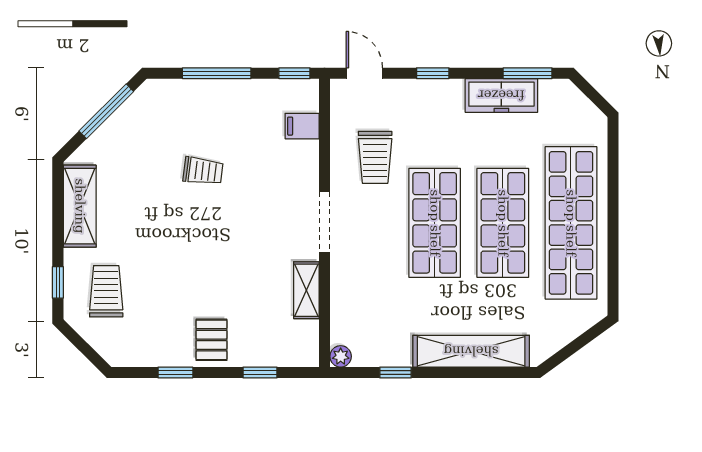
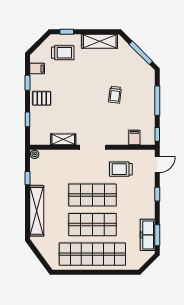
freezer: (501, 95) -> (148, 235), moved
filing cabinet: (143, 351) -> (37, 69), added

